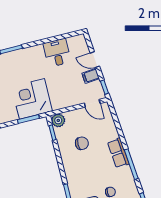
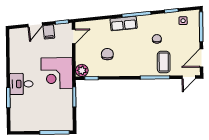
desk: (57, 53) -> (21, 84), moved
corner desk: (32, 99) -> (57, 73), moved

